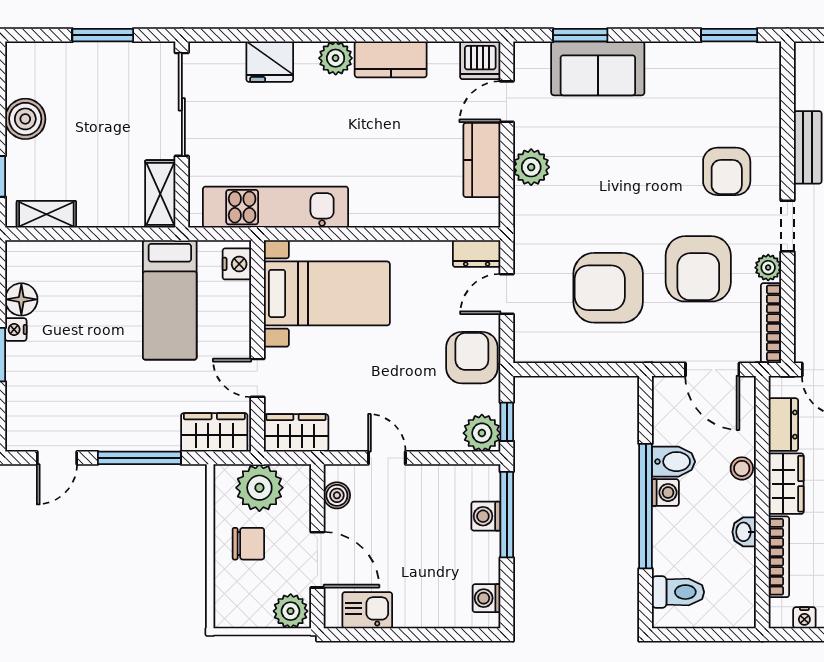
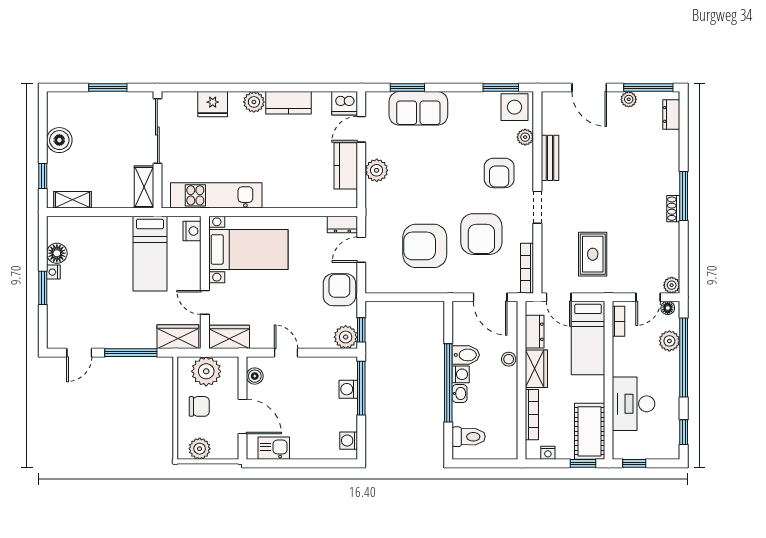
side table: (751, 66) -> (515, 107), added
plant: (768, 268) -> (525, 137), moved
washbasin: (744, 532) -> (460, 393), moved, turned 180
plant: (291, 611) -> (200, 449), moved

